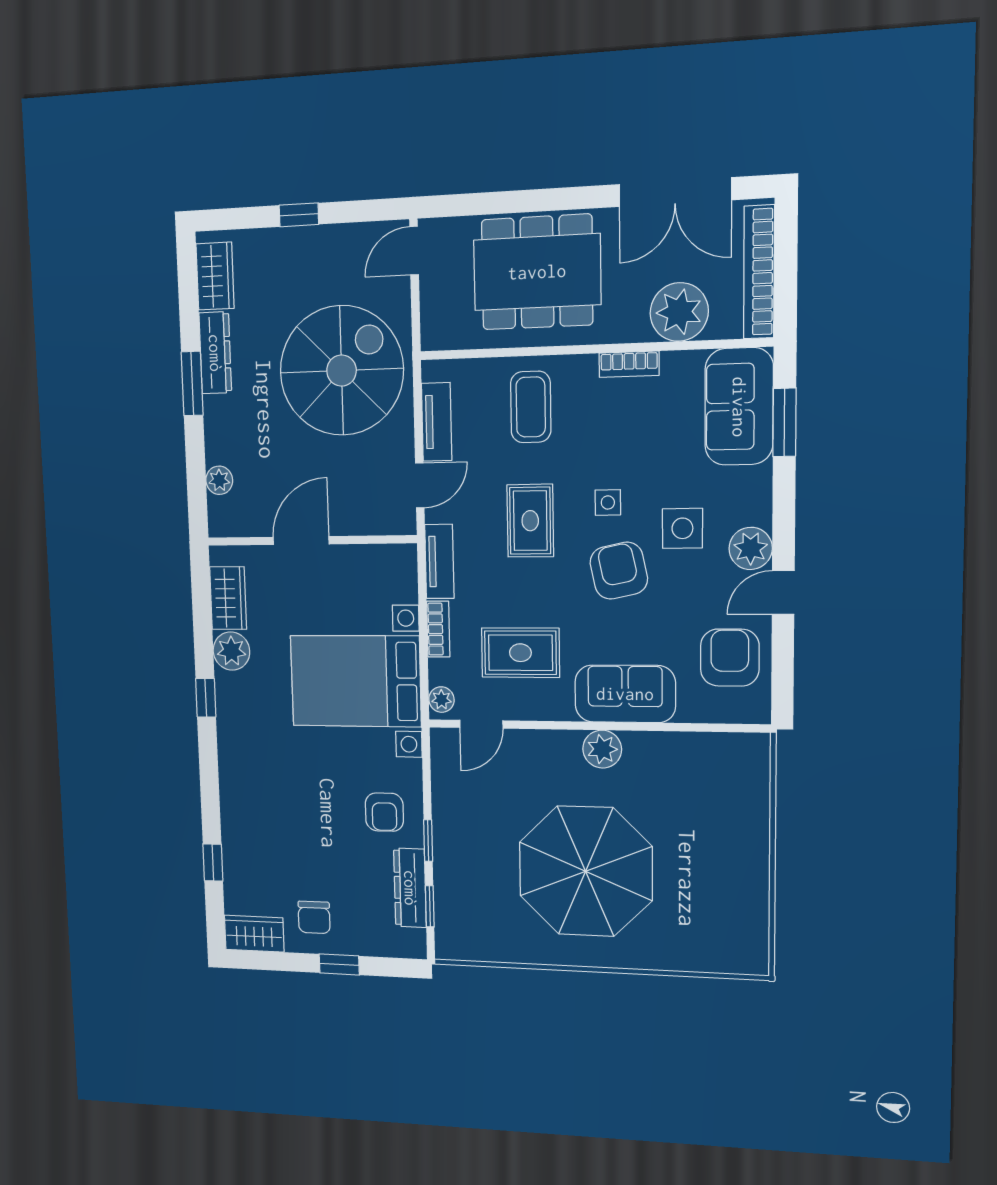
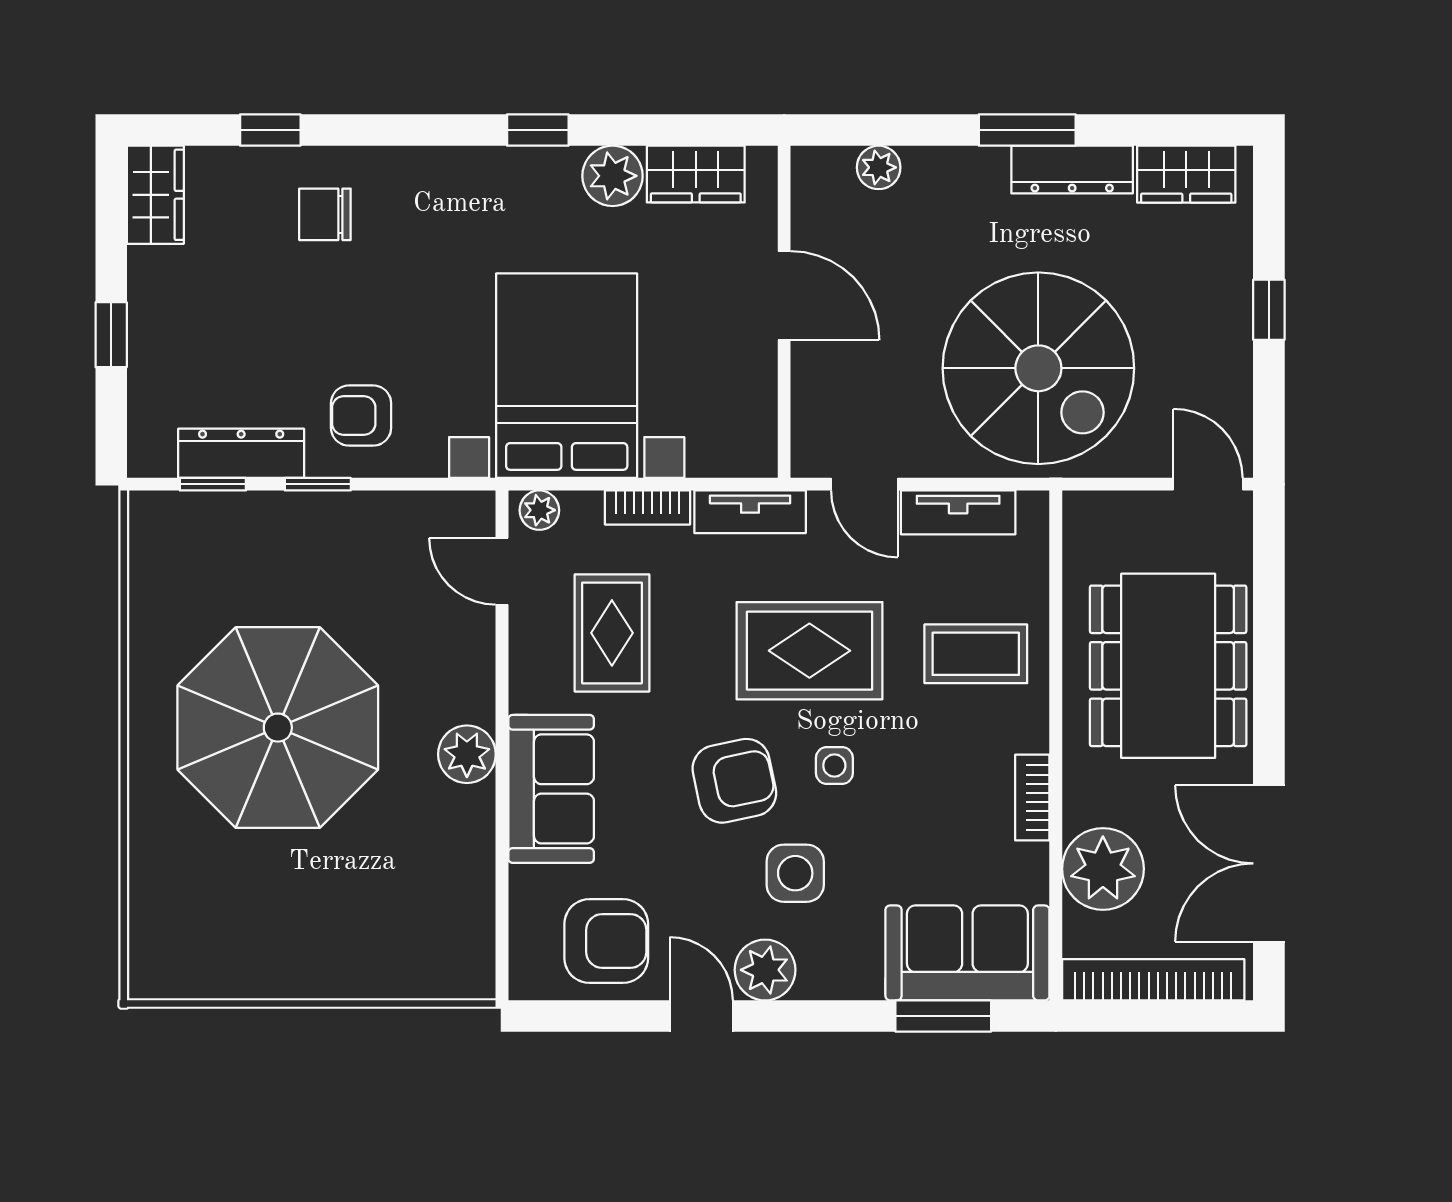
rug: (530, 521) -> (809, 651), width x1.36, depth x1.43
chair: (314, 917) -> (325, 214), moved

